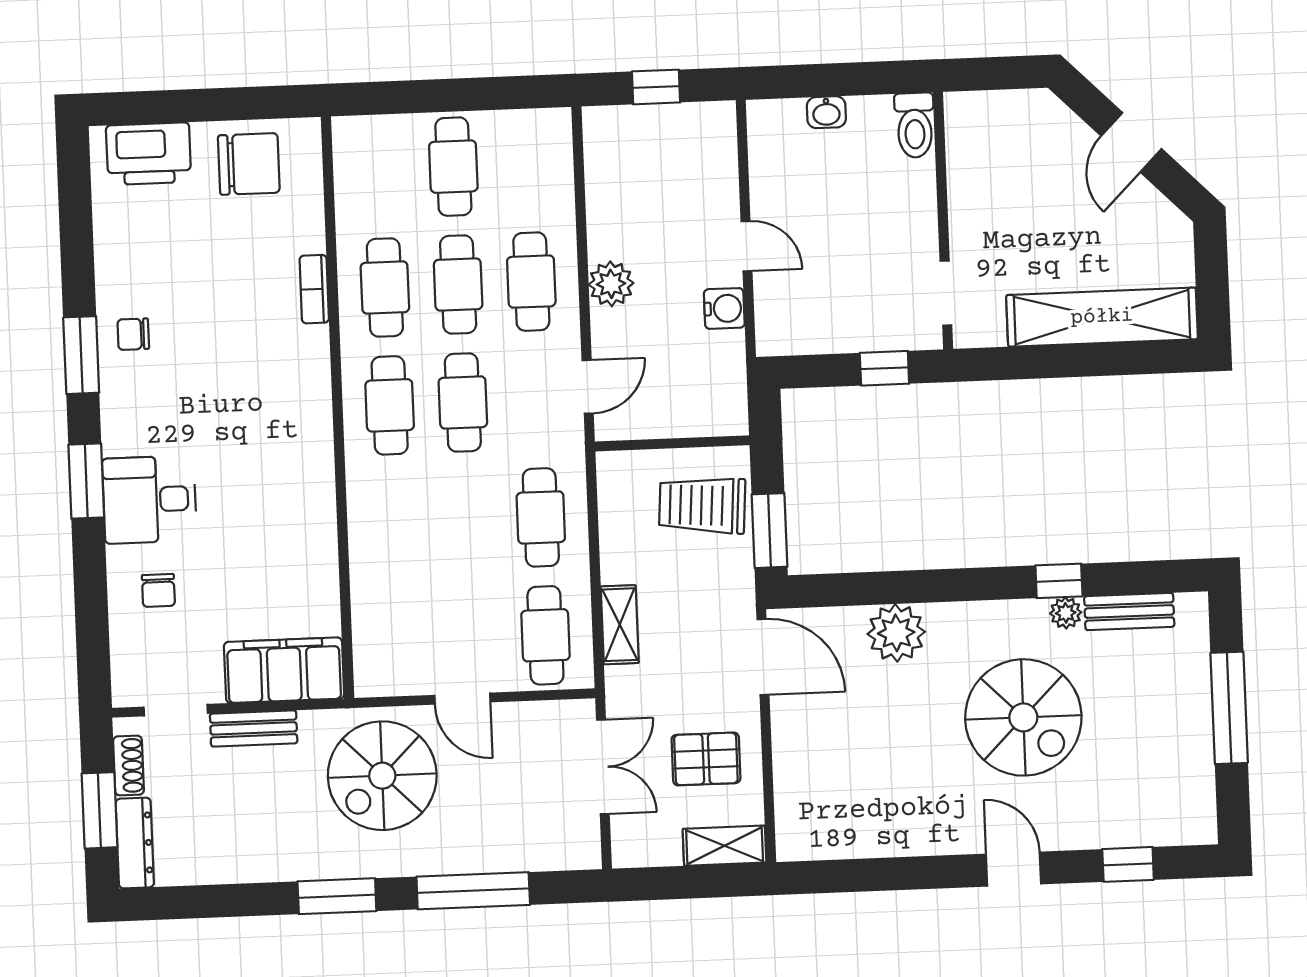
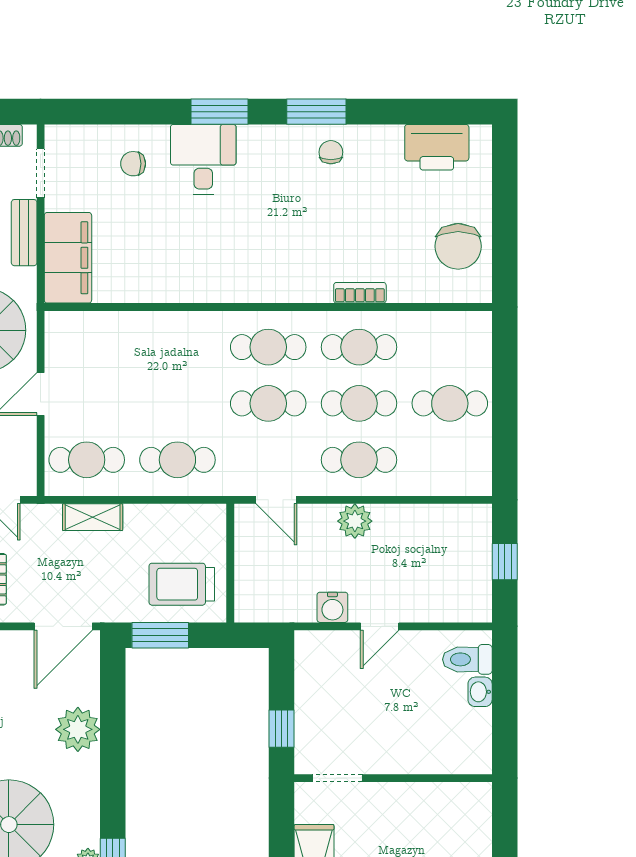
toilet: (915, 125) -> (467, 659), moved
printer: (149, 154) -> (437, 147), moved, turned -90
trolley: (702, 505) -> (182, 584), turned -94

